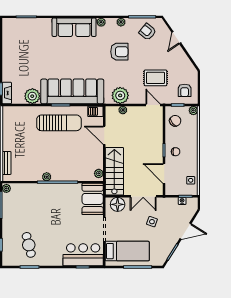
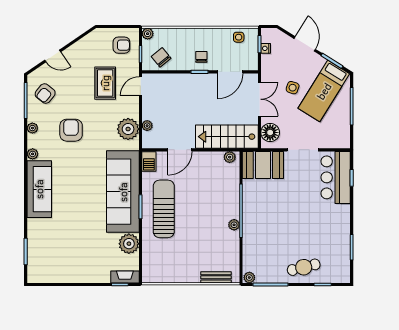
cafe table: (29, 245) -> (304, 267), moved
bed: (127, 251) -> (324, 91), moved, turned -148

